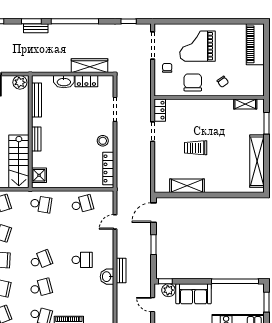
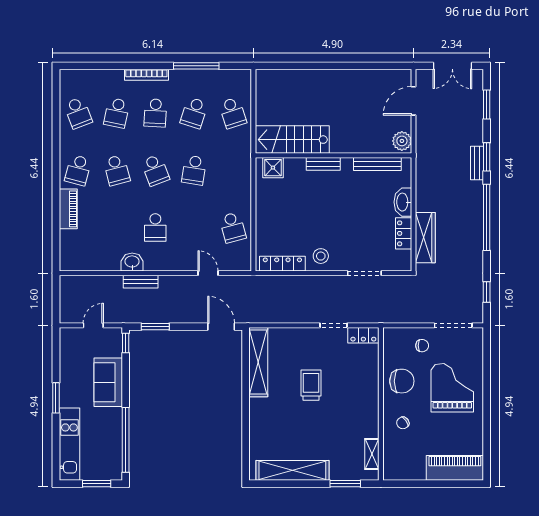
shelving: (187, 186) -> (258, 362), width x1.47
school desk: (41, 204) -> (194, 170), moved
window: (154, 245) -> (155, 327), moved
plant: (168, 290) -> (113, 347), removed

